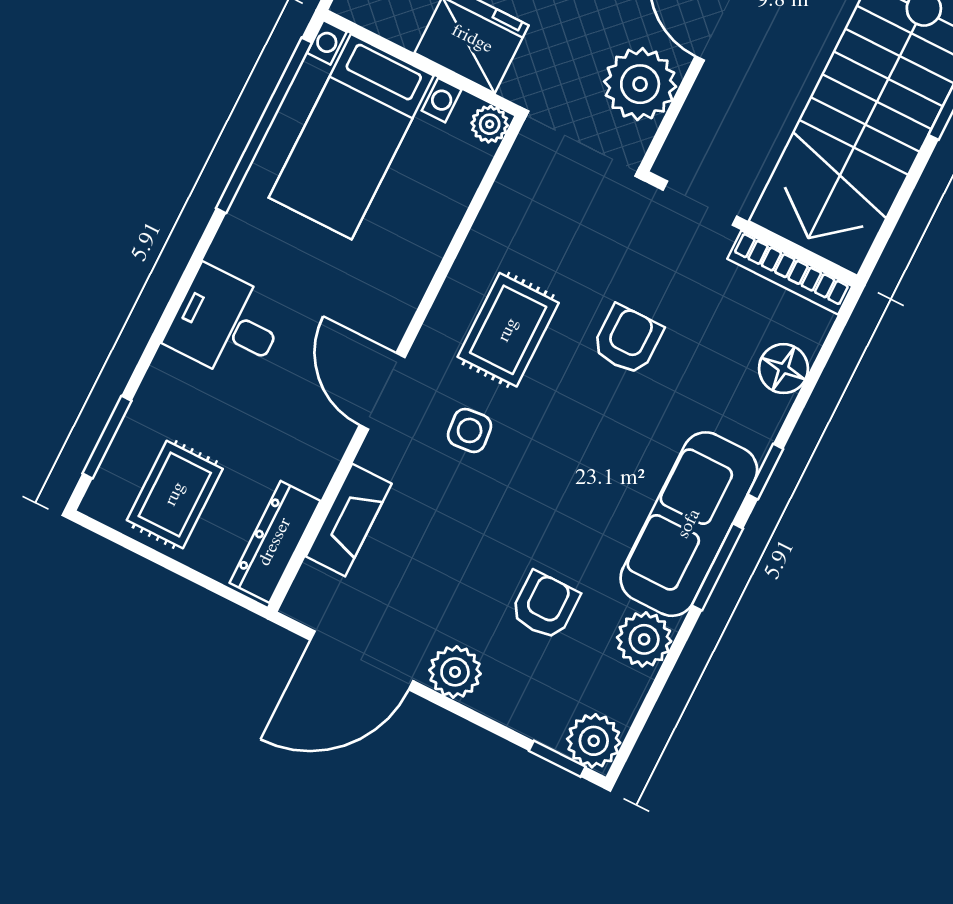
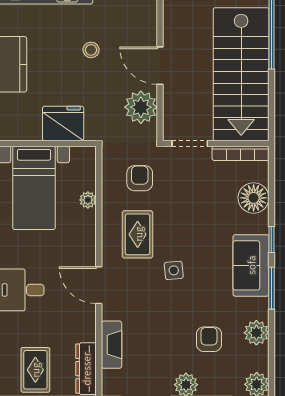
plant: (490, 124) -> (88, 200), moved
armchair: (627, 340) -> (140, 178), moved
floor lamp: (783, 369) -> (254, 198), width x1.38, depth x1.38
side table: (470, 430) -> (174, 270), moved
sofa: (689, 524) -> (251, 265), width x0.73

